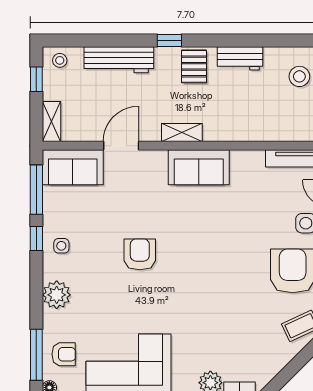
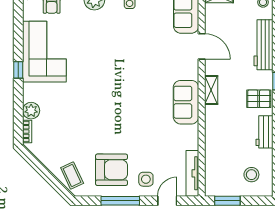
armchair: (140, 254) -> (123, 60), removed

